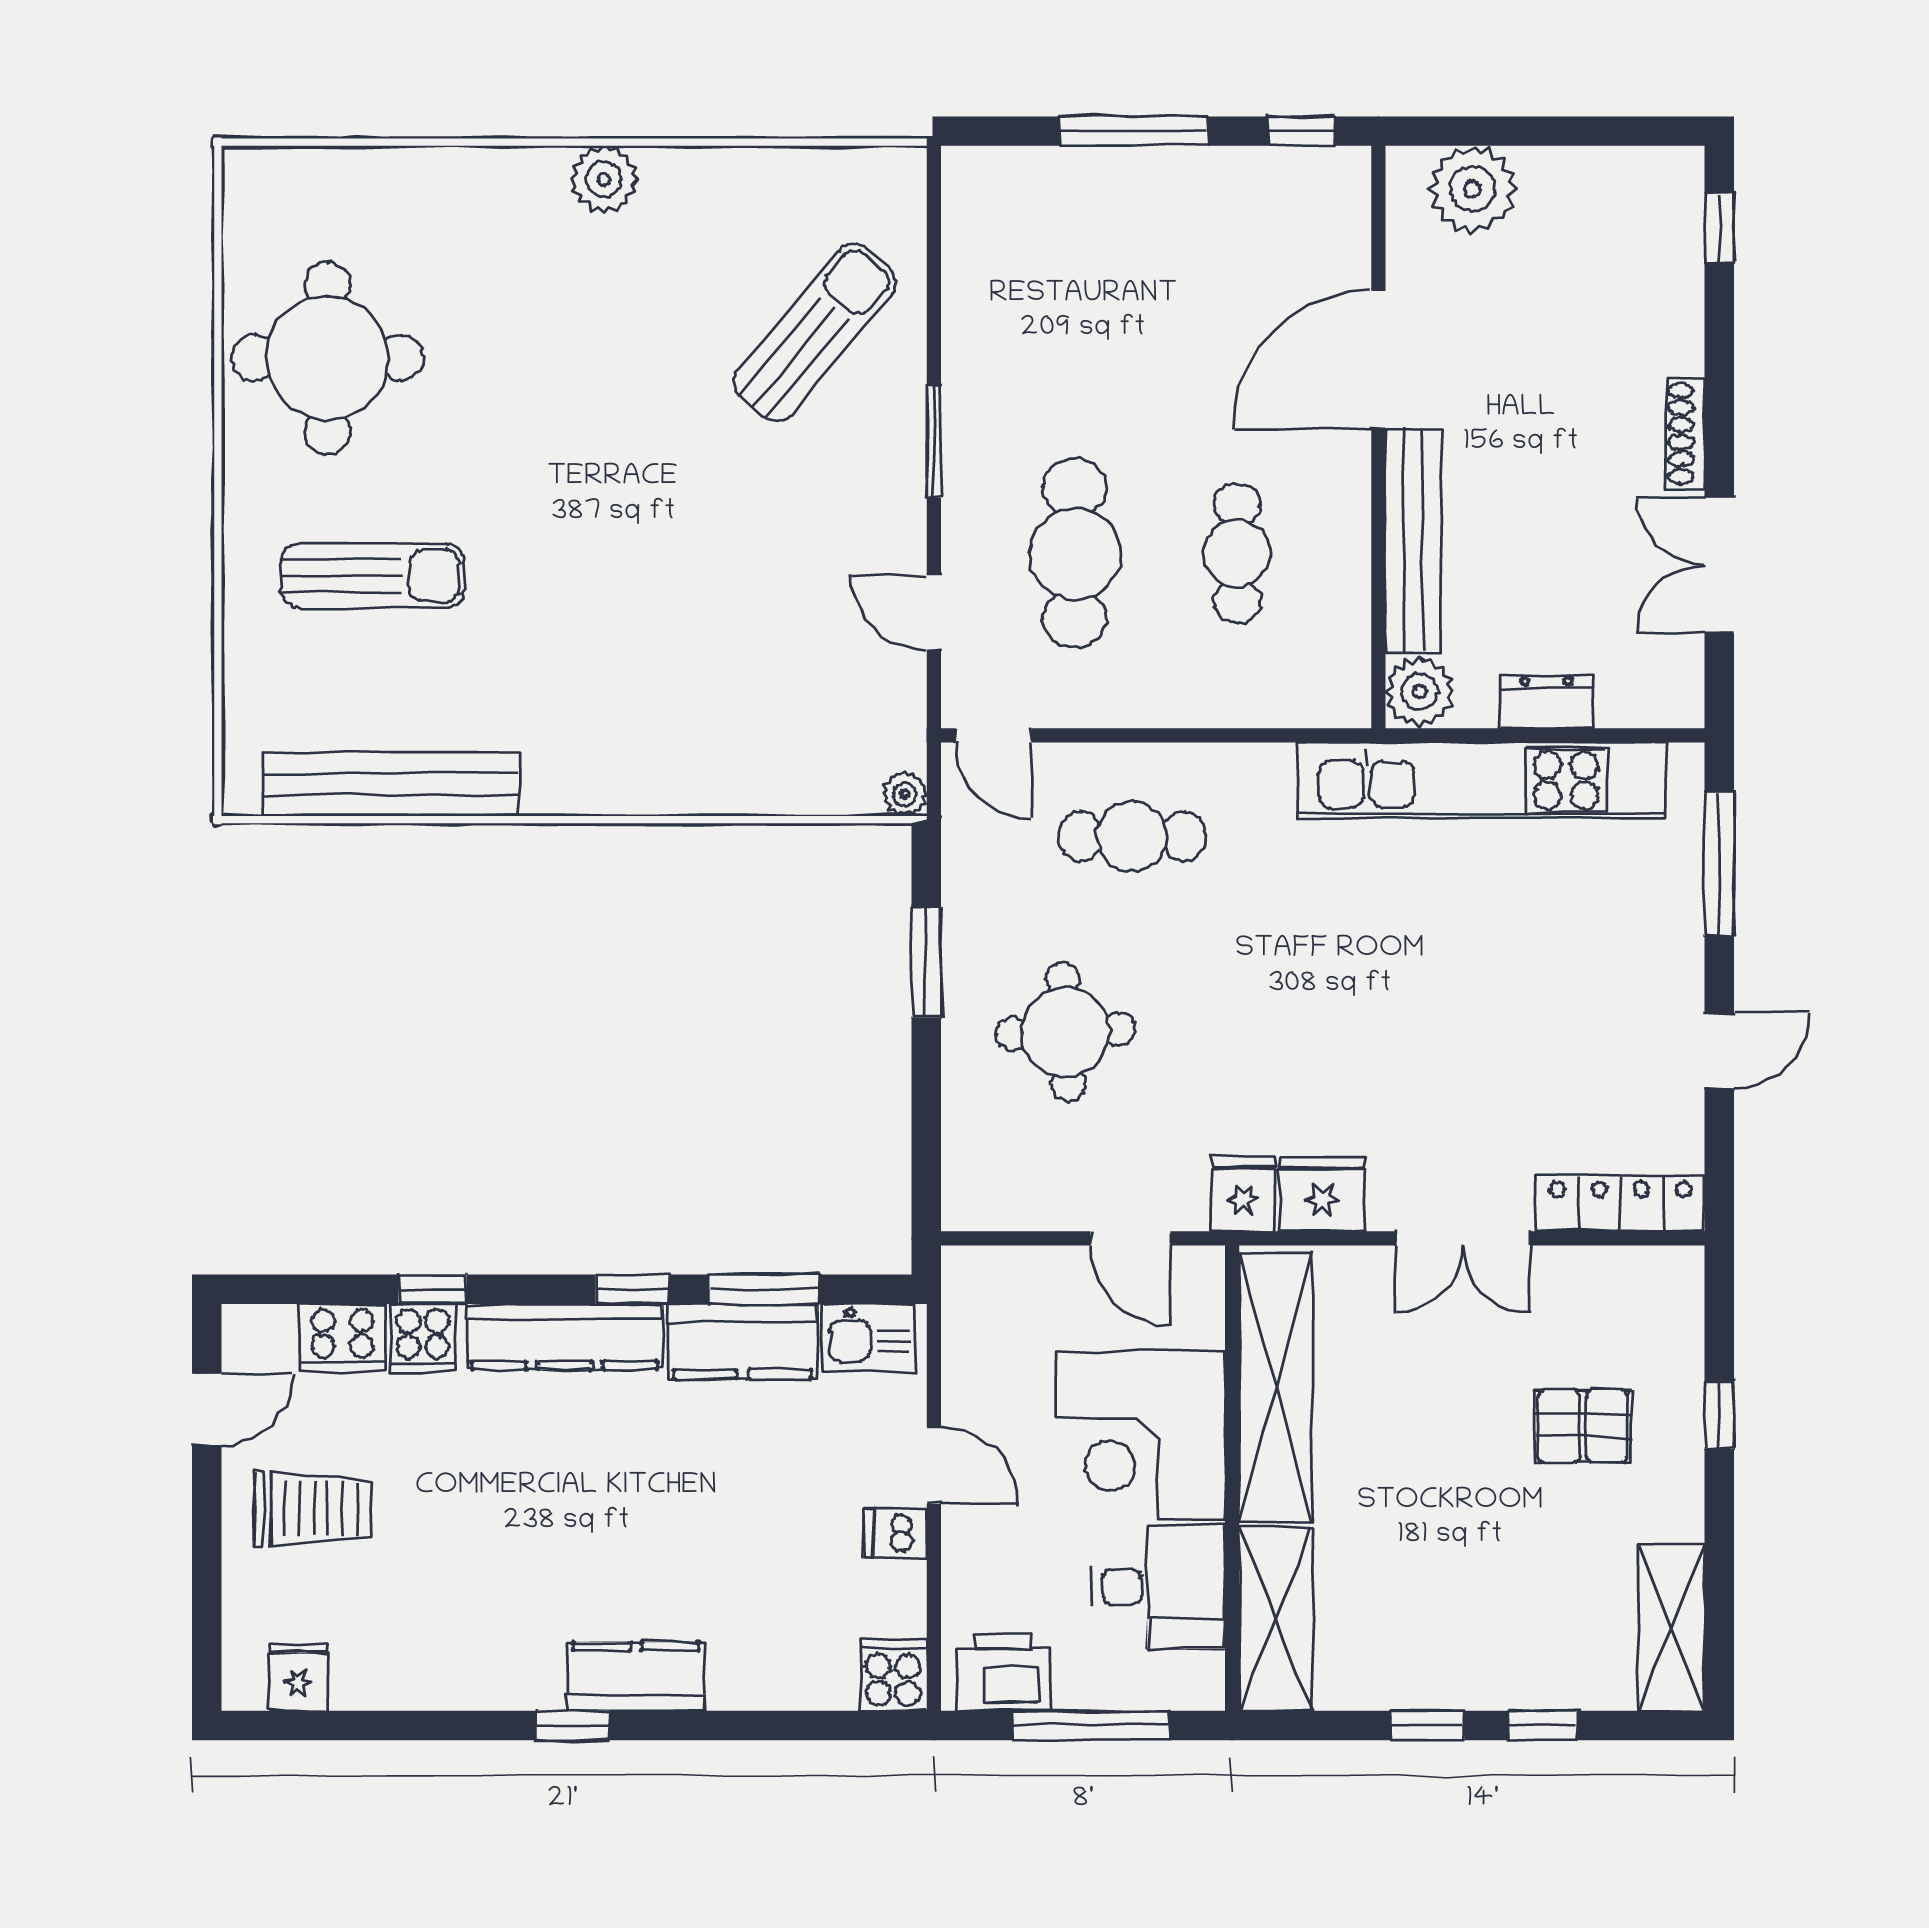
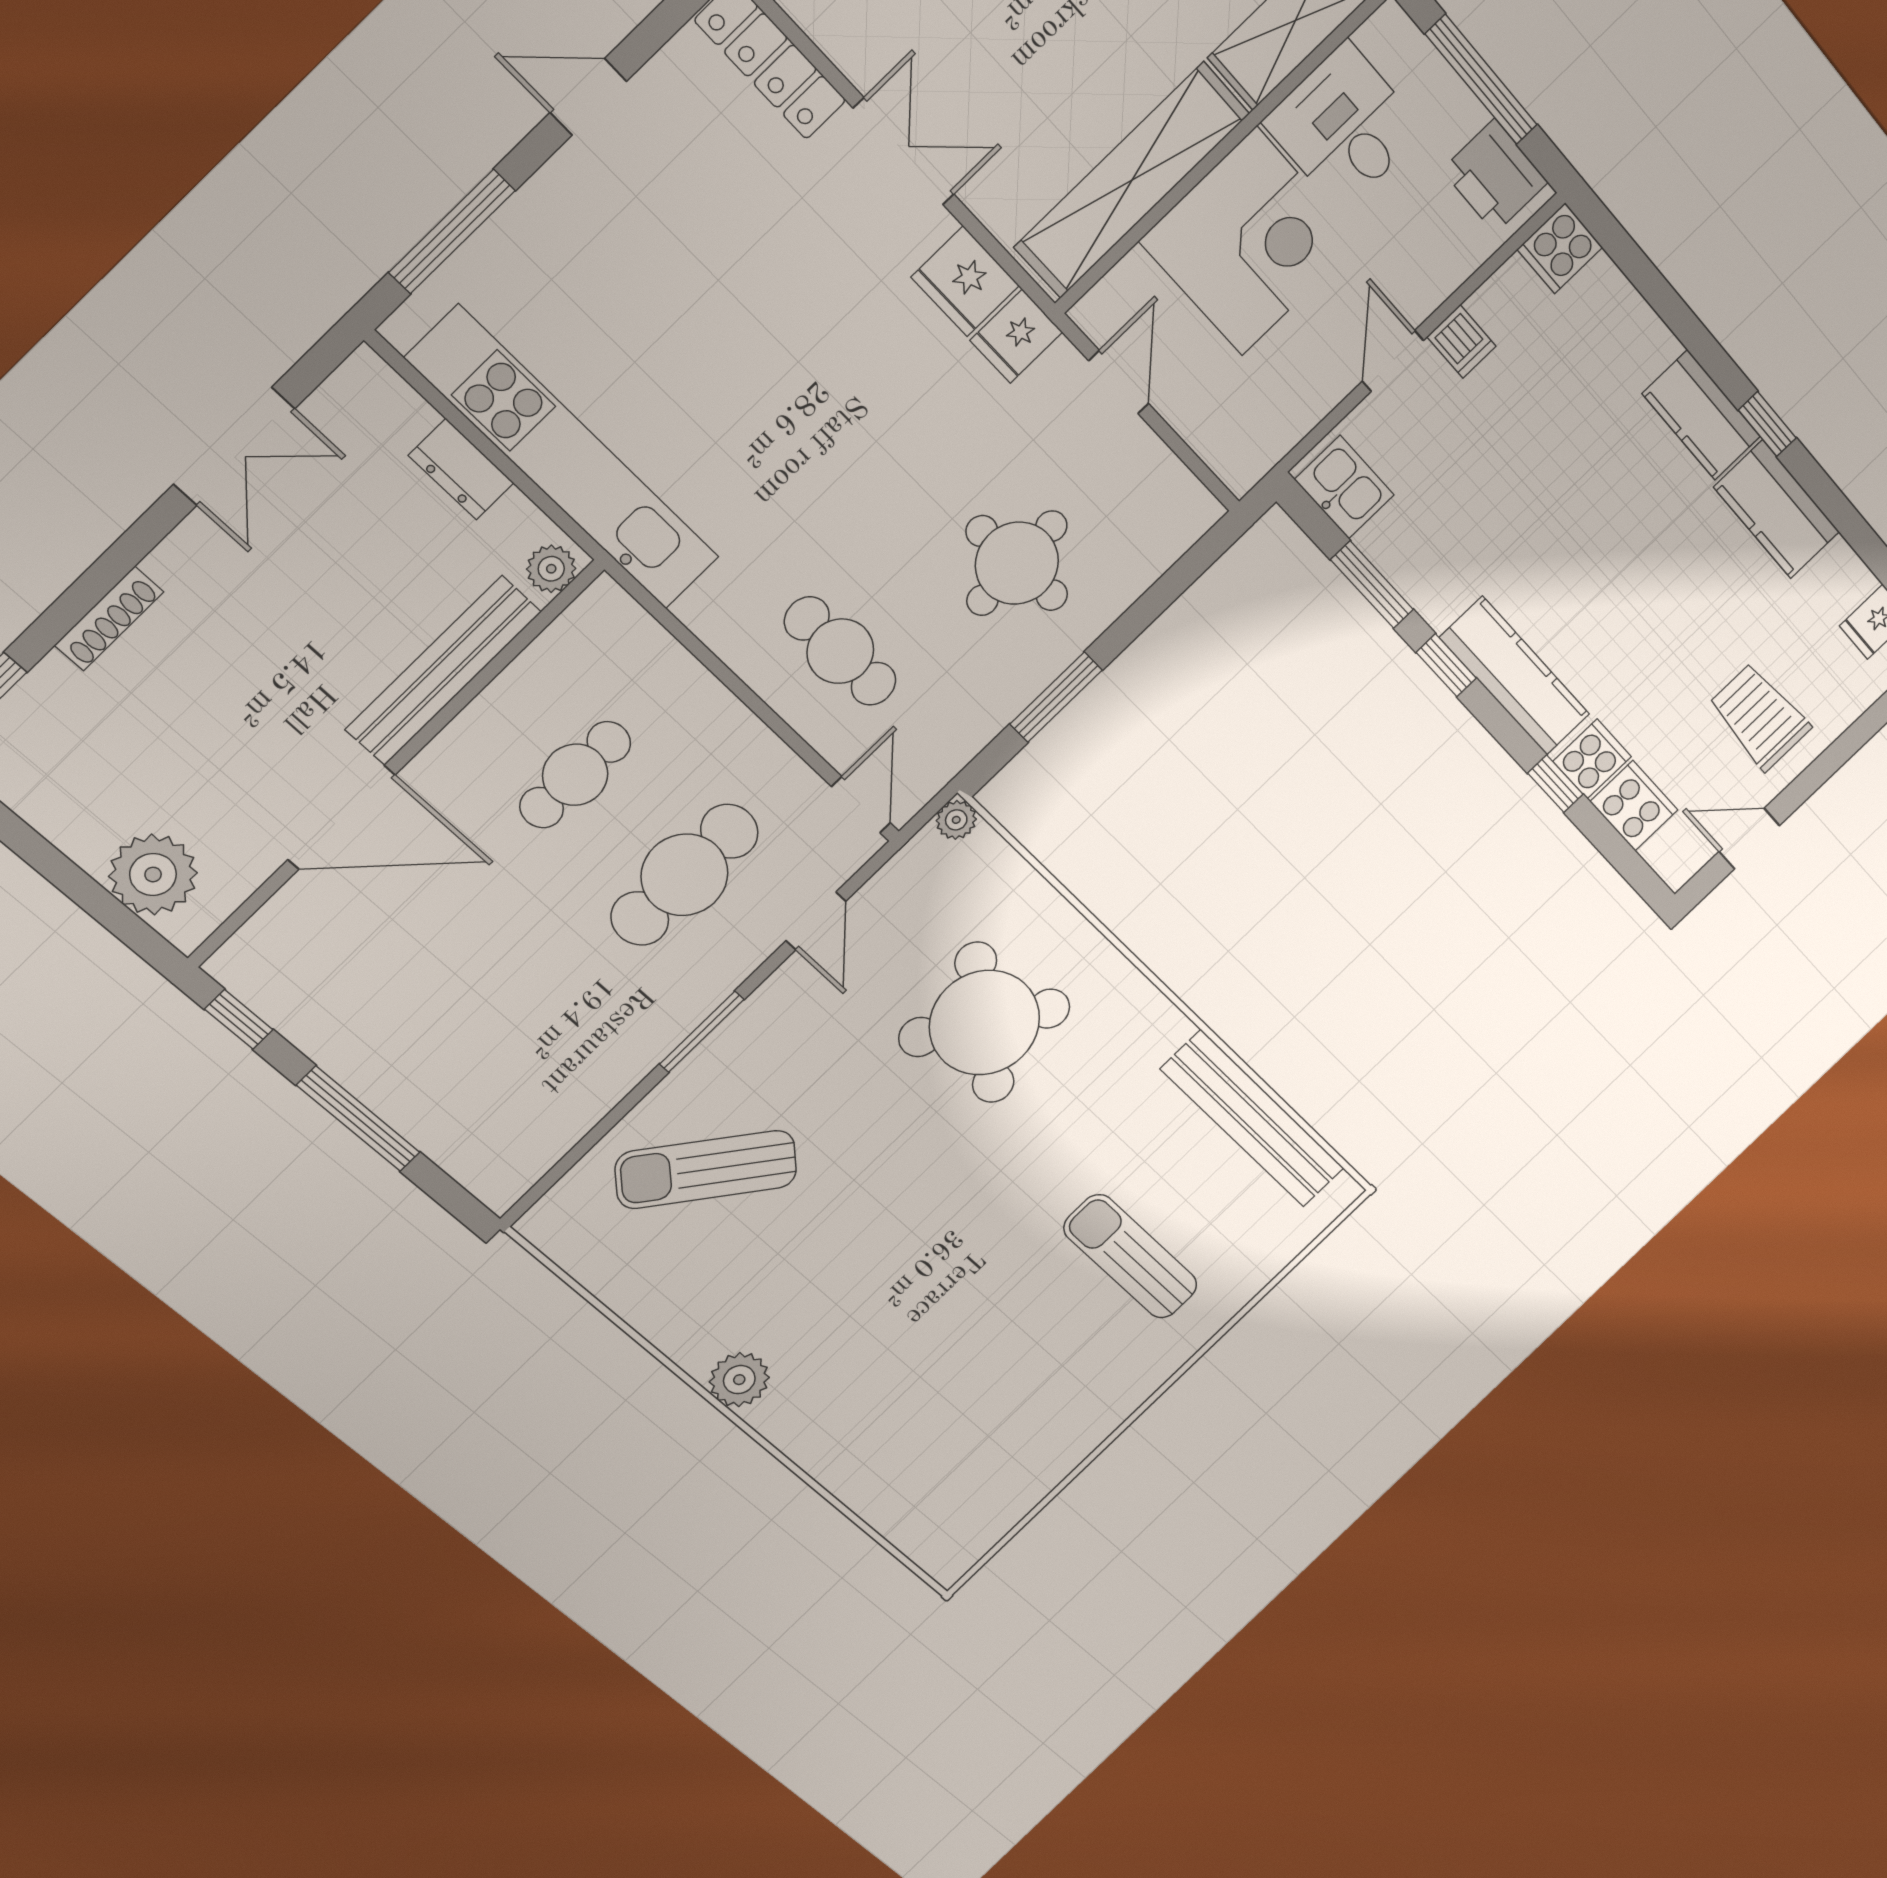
round table: (327, 358) -> (985, 1023), moved, turned 35
shoe rack: (1686, 434) -> (109, 619), moved
plant: (1420, 691) -> (551, 569), width x0.73, depth x0.73
kitchen counter: (742, 1341) -> (1777, 509), moved, turned 180

